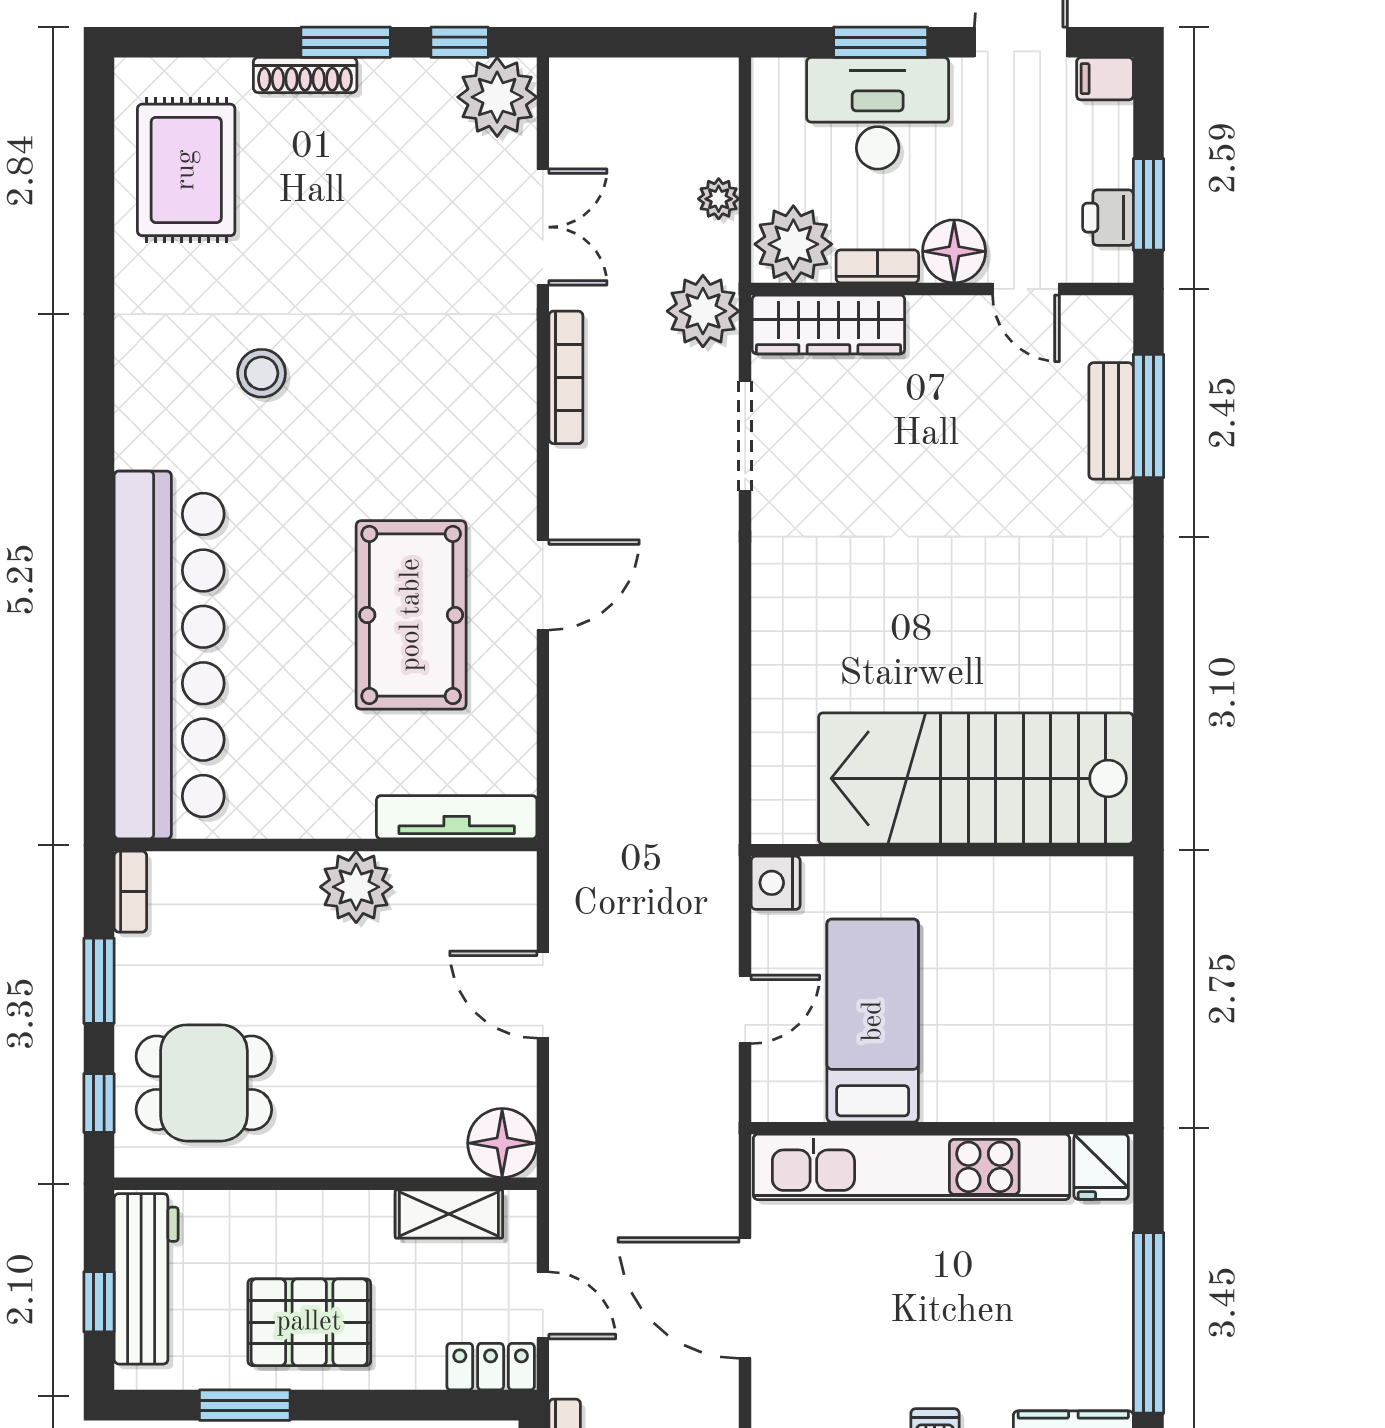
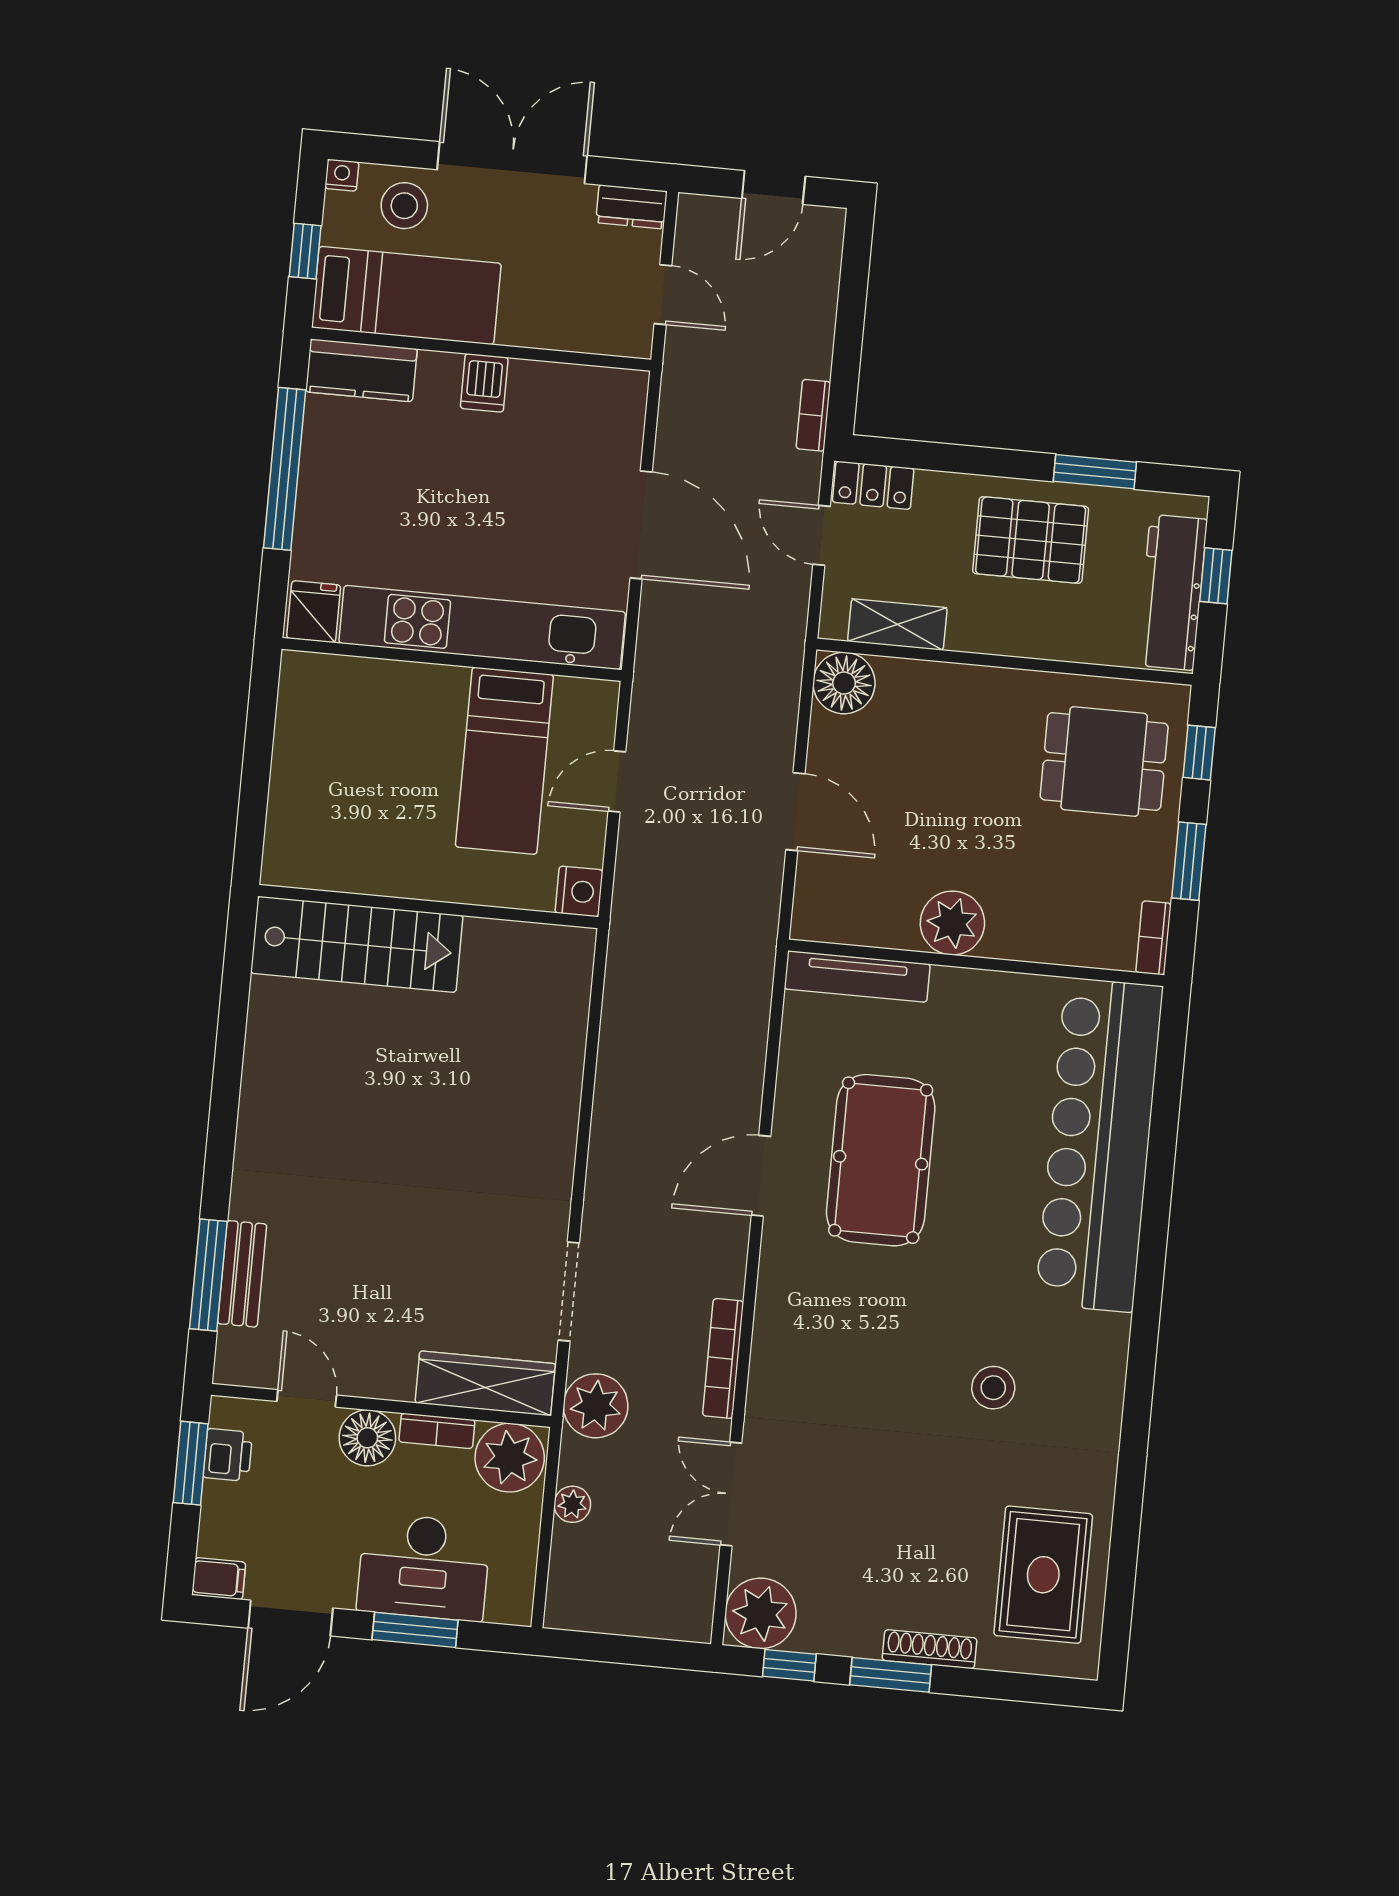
stairs: (976, 778) -> (357, 944), width x0.73, depth x0.66

